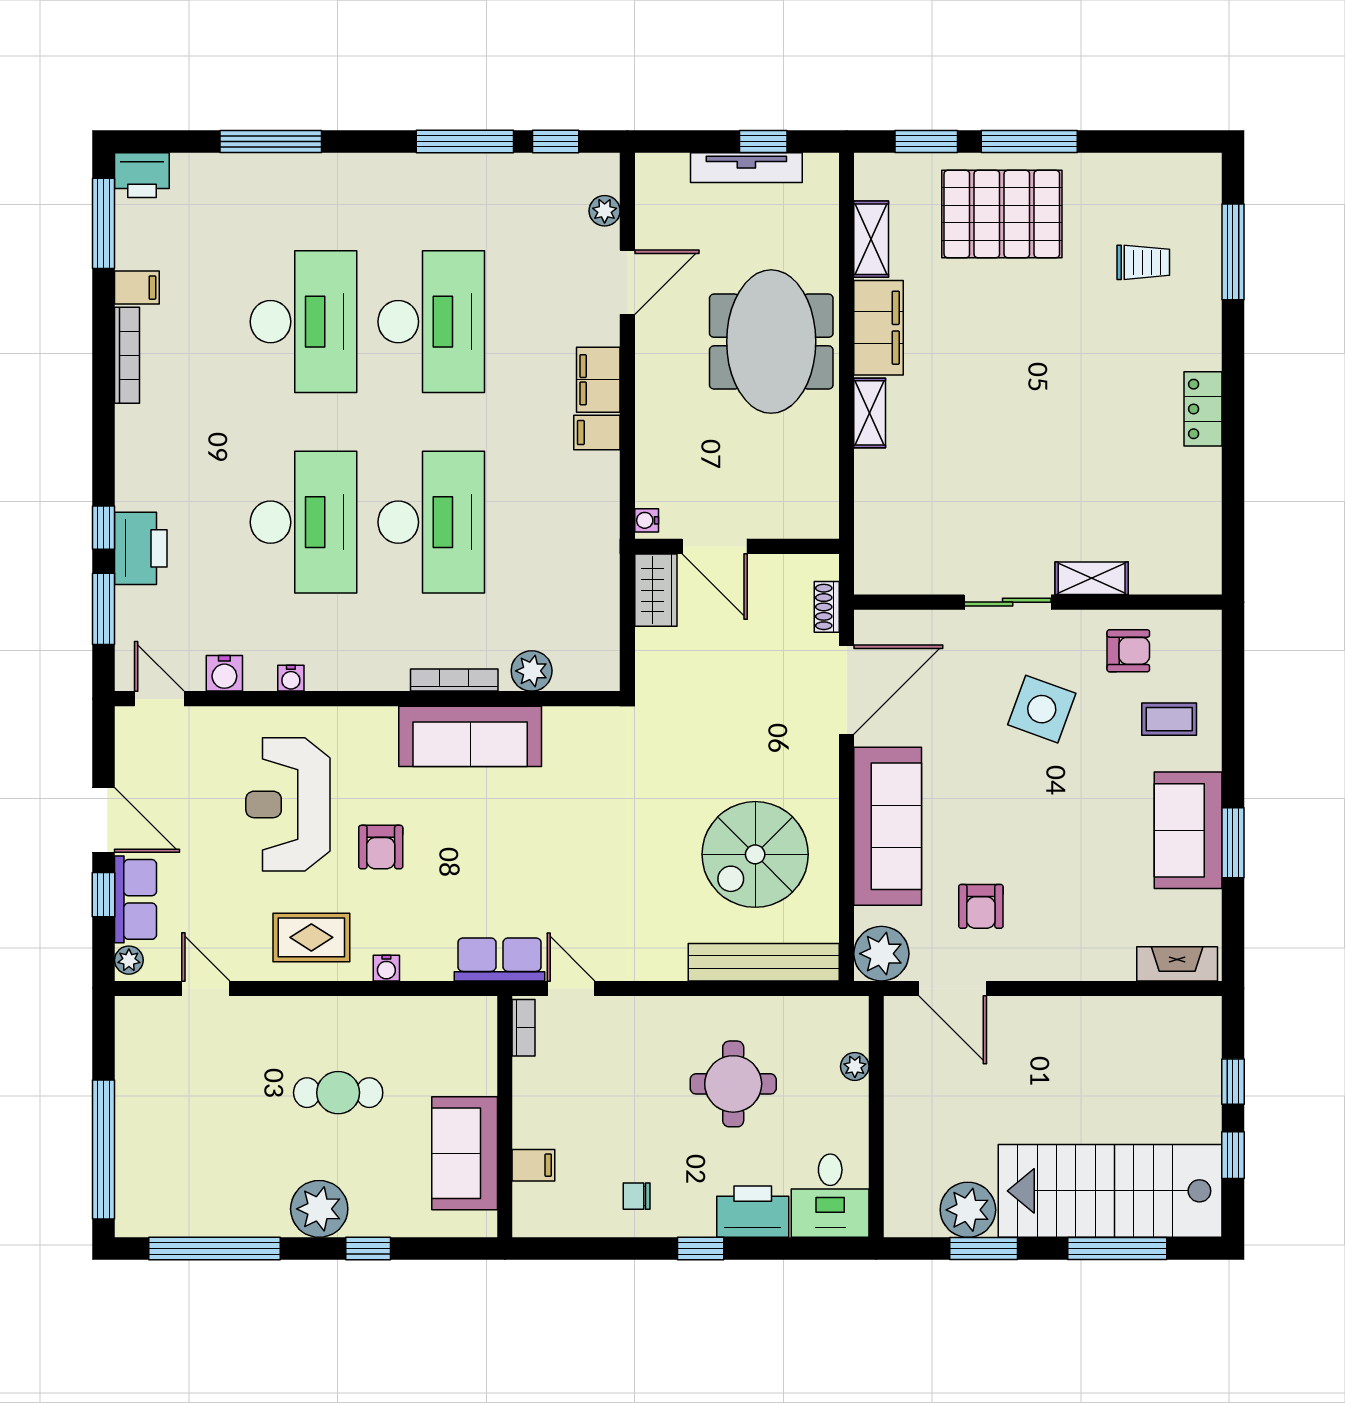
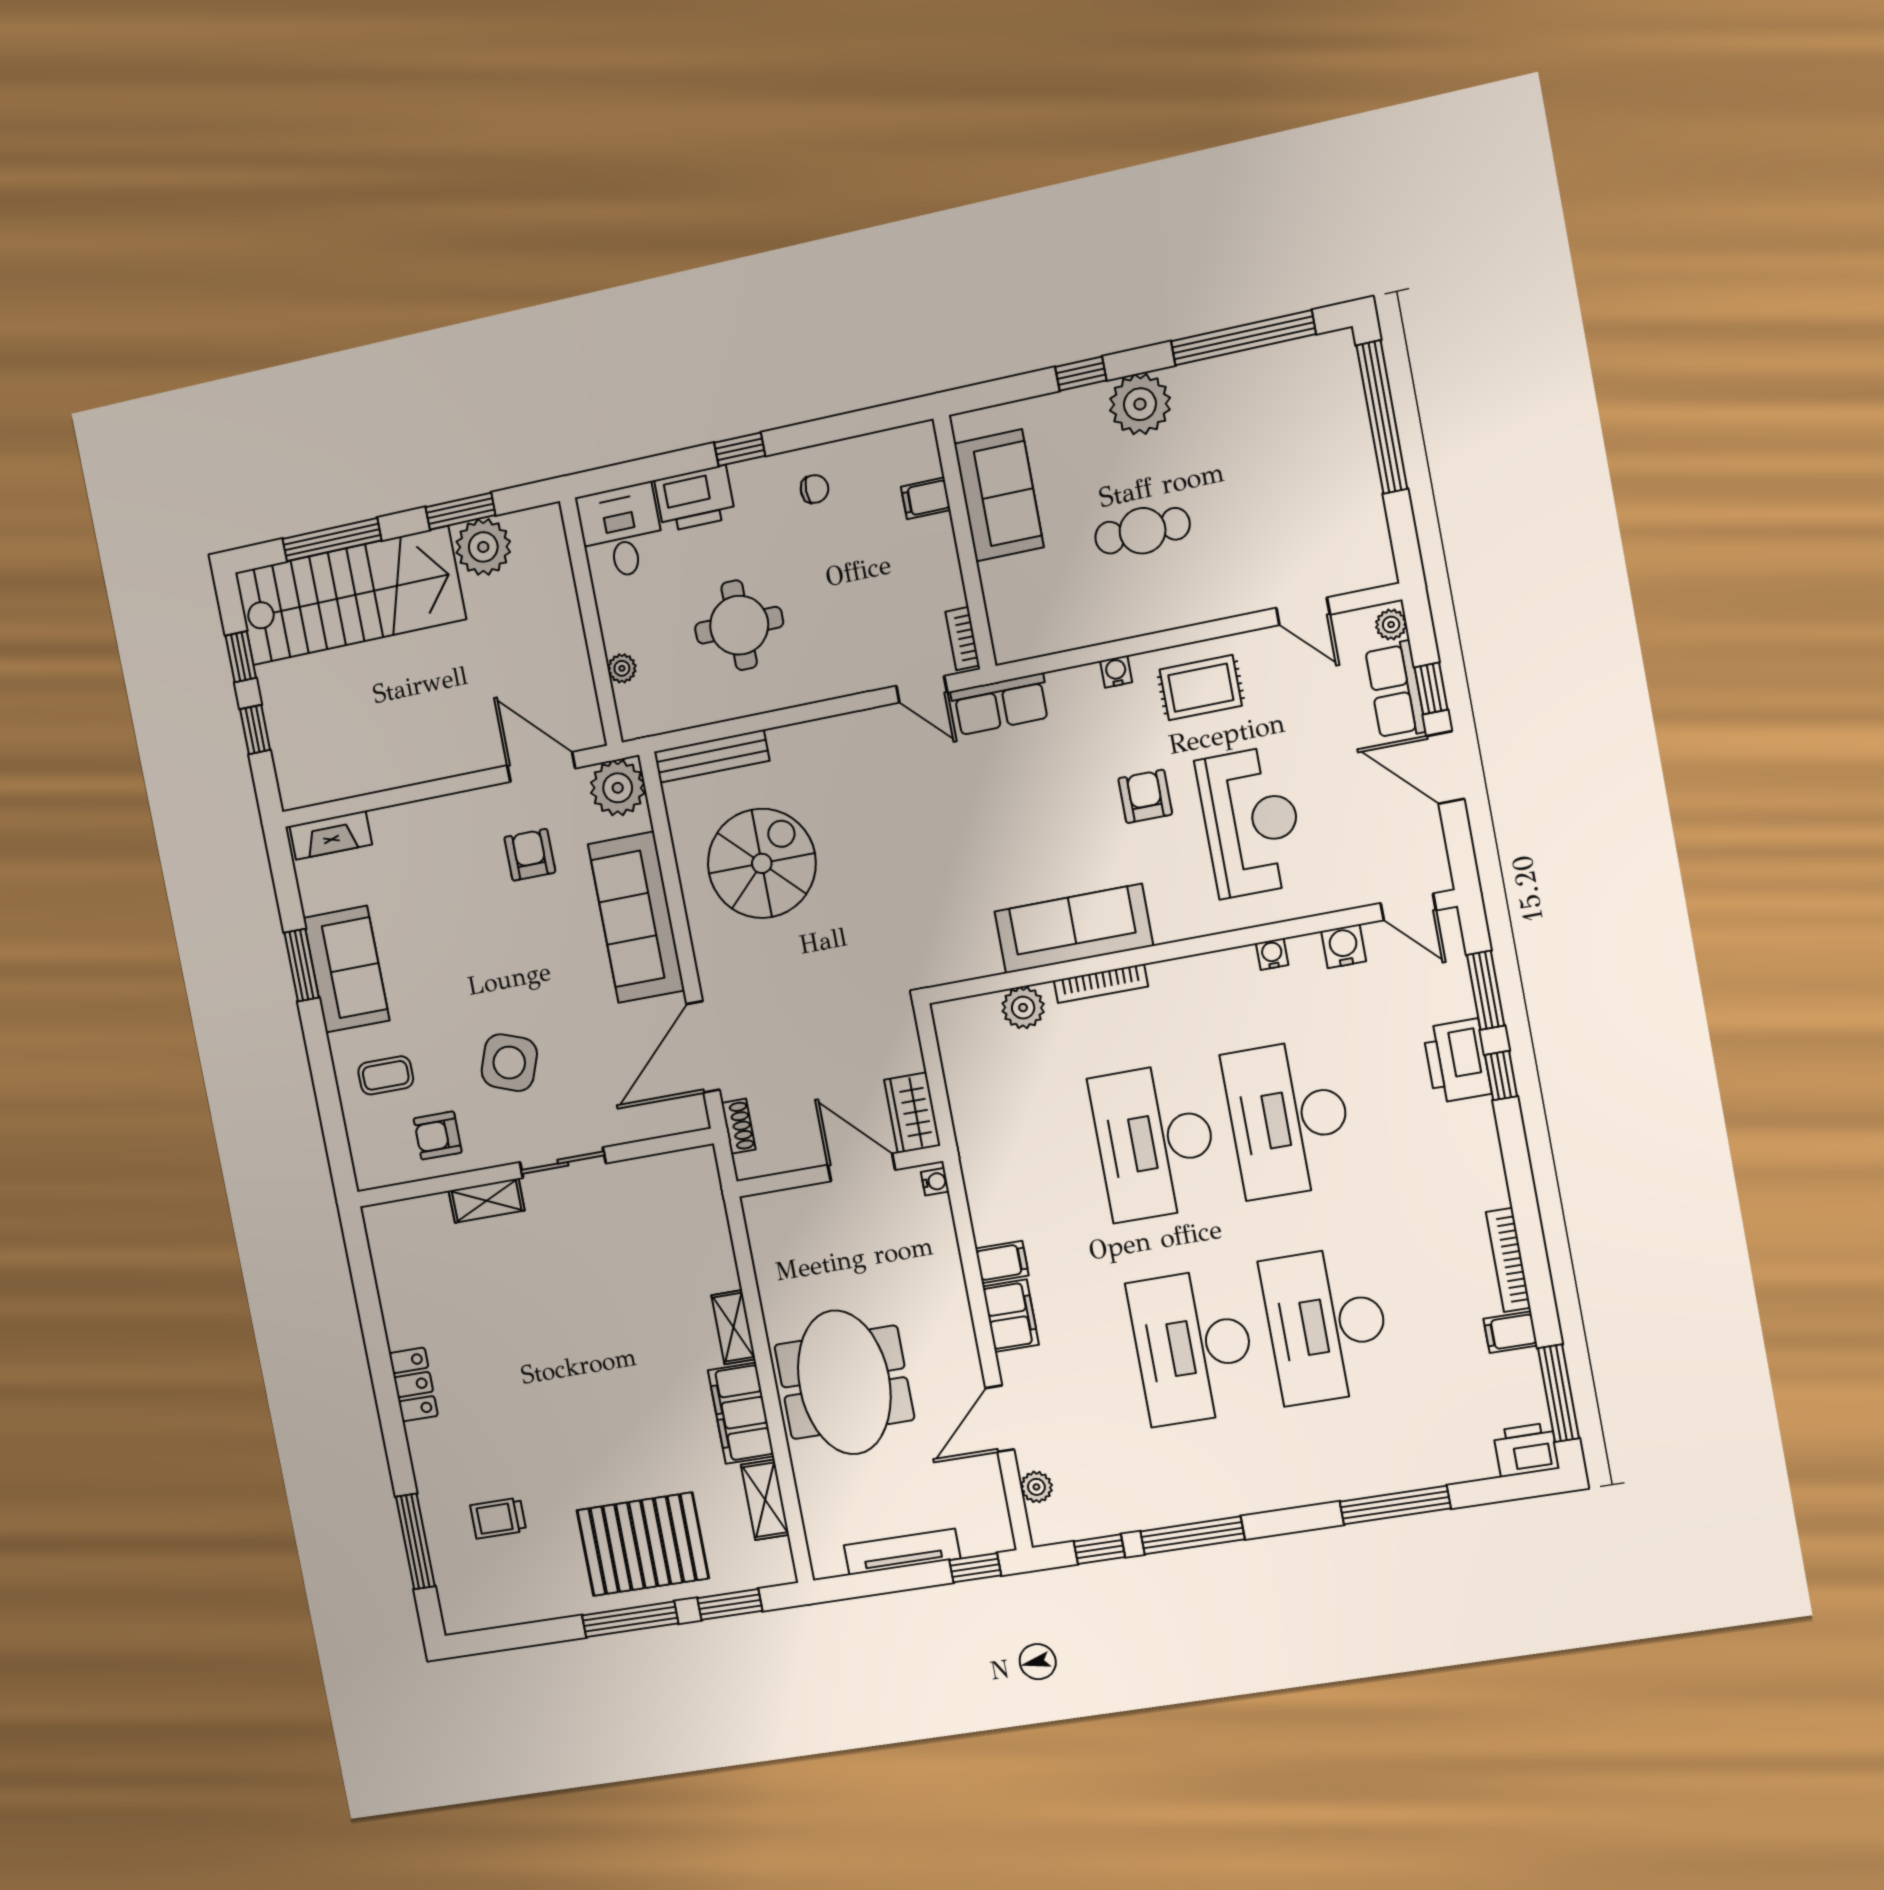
window: (763, 141) -> (975, 1568), moved
bench: (764, 962) -> (712, 756), width x0.73, depth x0.82

